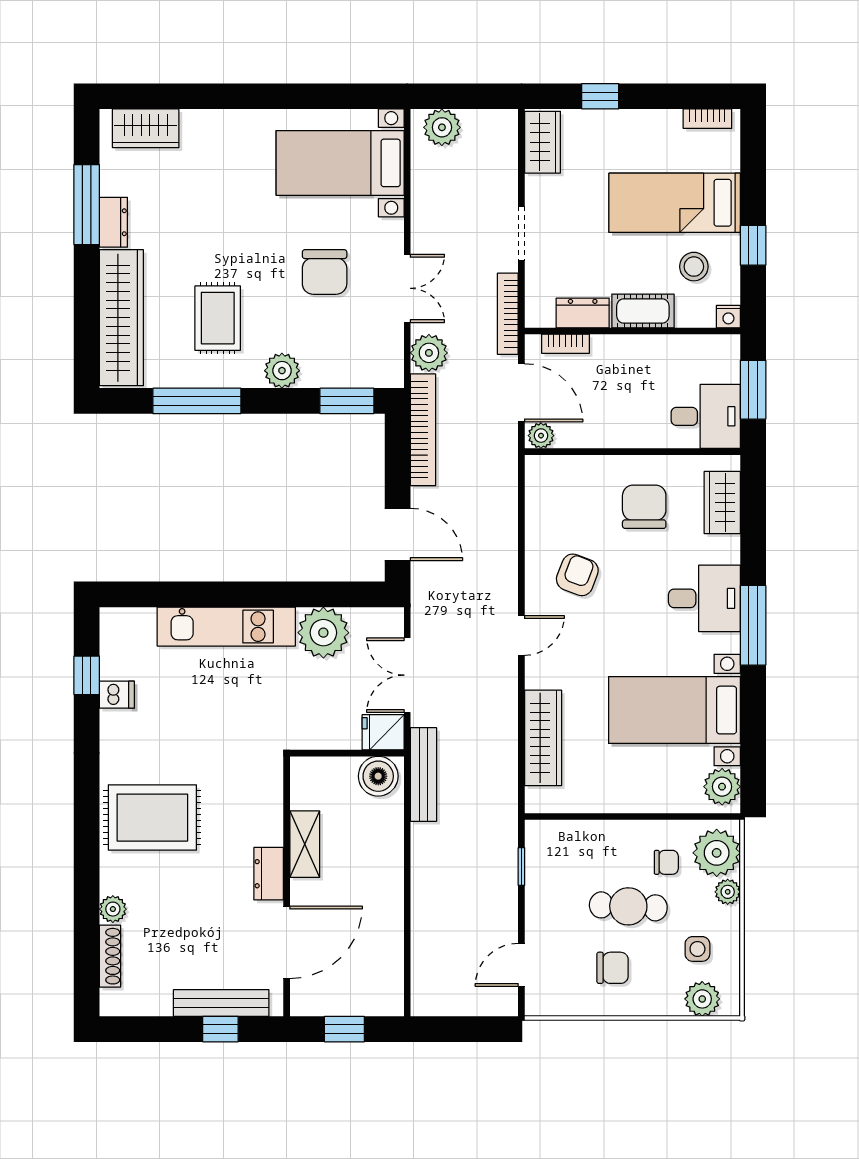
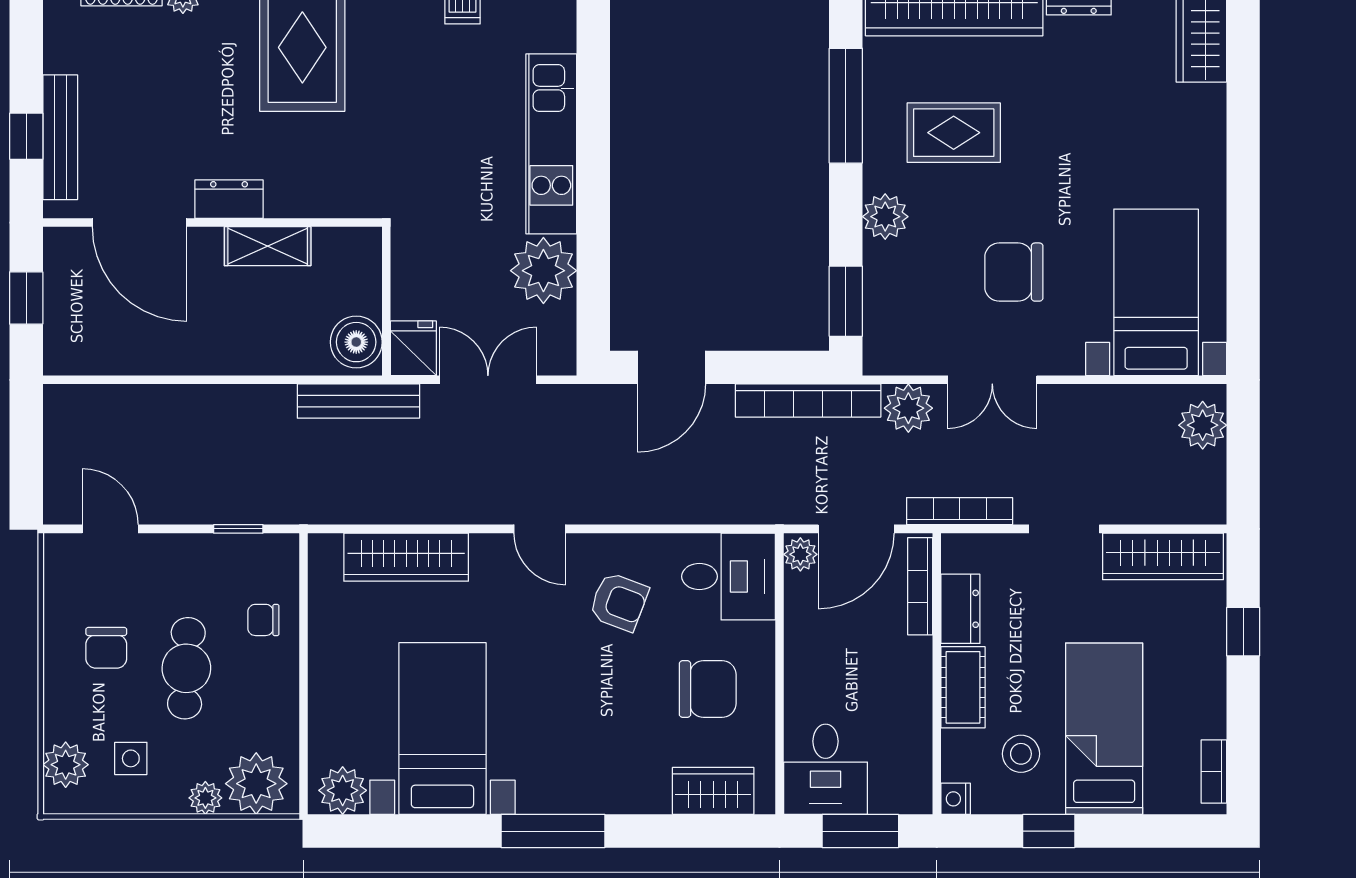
wardrobe: (543, 142) -> (1163, 556), width x1.50
bookcase: (565, 344) -> (920, 586), width x1.56
desk: (704, 598) -> (729, 576), moved, turned -90
chair: (666, 862) -> (263, 620), moved, turned 90

